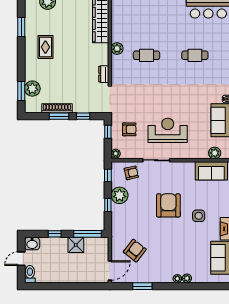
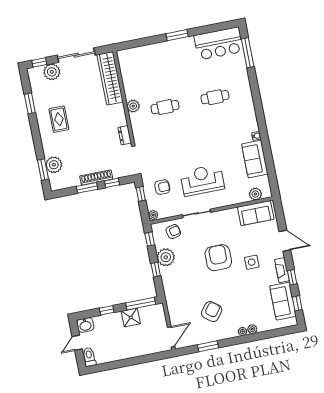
shoe rack: (57, 108) -> (96, 177), moved
armchair: (135, 251) -> (212, 312), moved

